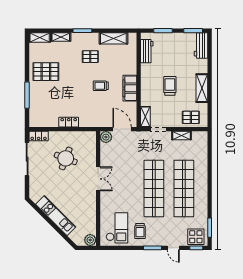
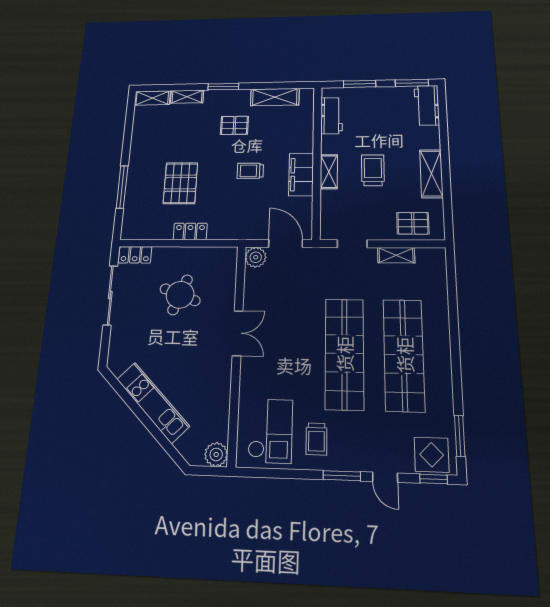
pallet: (46, 72) -> (180, 183), moved, turned 90
shelving: (145, 117) -> (329, 172), moved

